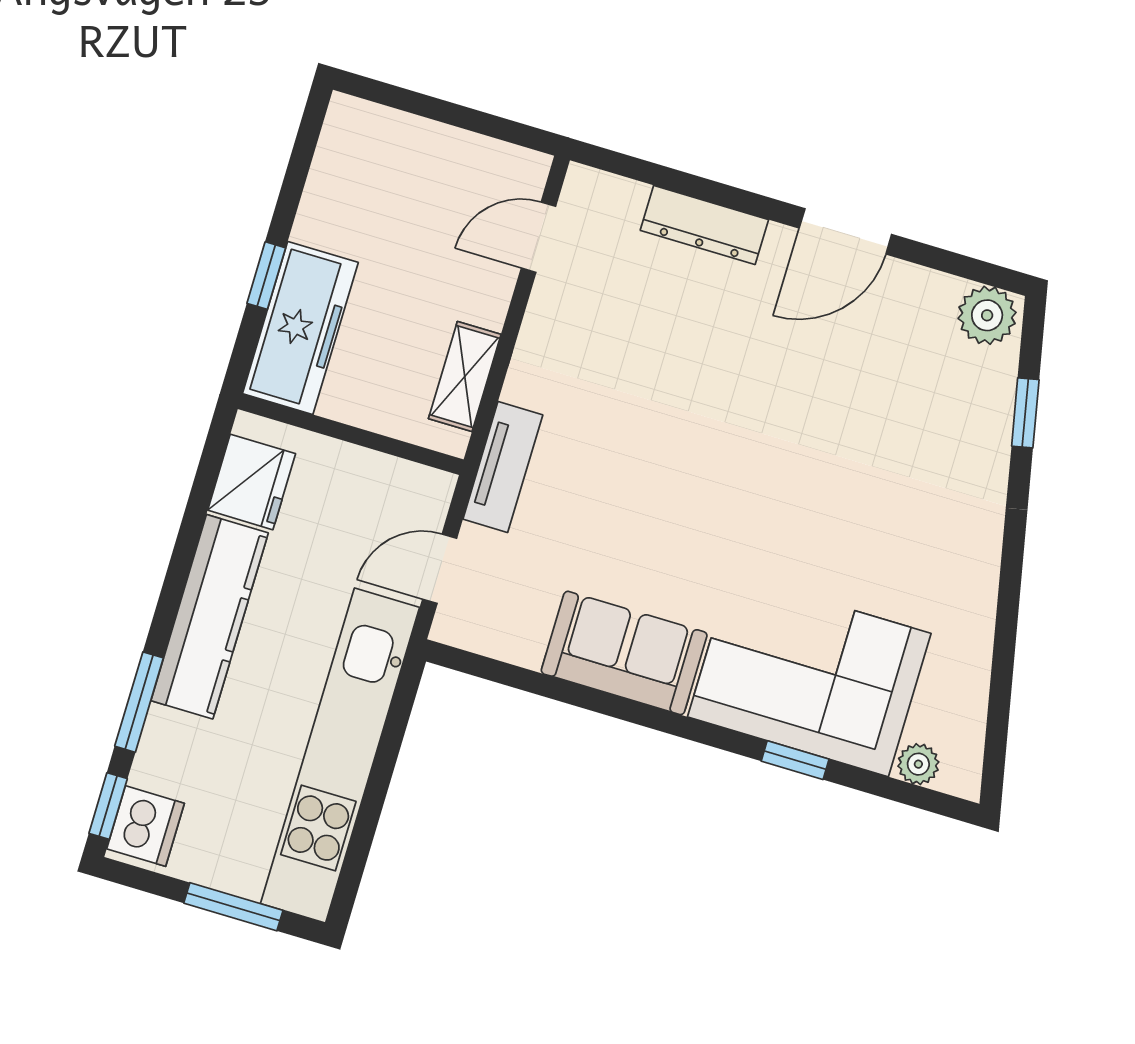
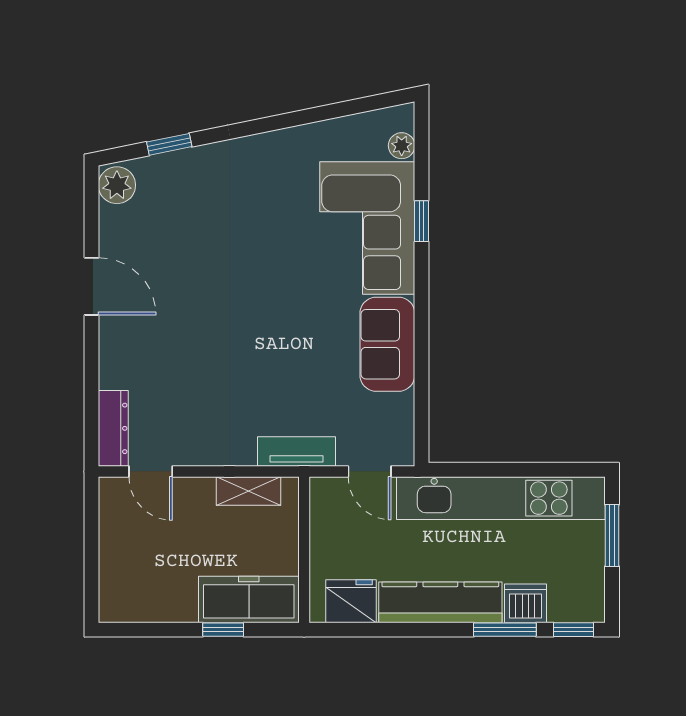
dresser: (704, 225) -> (113, 428), moved
dishwasher: (146, 826) -> (525, 603), moved

